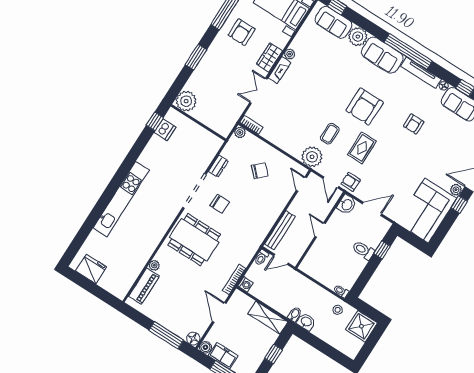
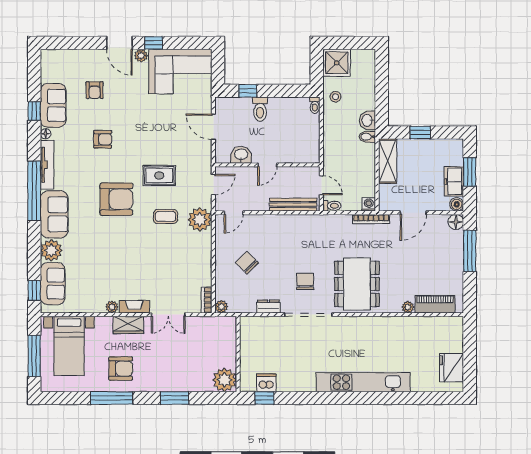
armchair: (351, 182) -> (95, 90), moved
washbasin: (347, 205) -> (241, 155), moved

